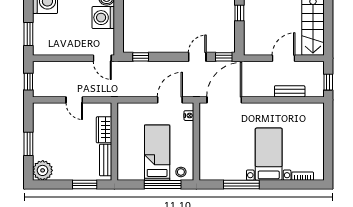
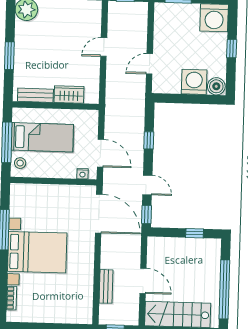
window: (141, 57) -> (149, 140), moved
door: (102, 58) -> (149, 64), moved
wardrobe: (104, 130) -> (69, 94), moved
wall: (114, 142) -> (56, 106), moved
bed with nightstands: (269, 154) -> (37, 252), width x1.36
bench: (106, 160) -> (35, 95), moved

